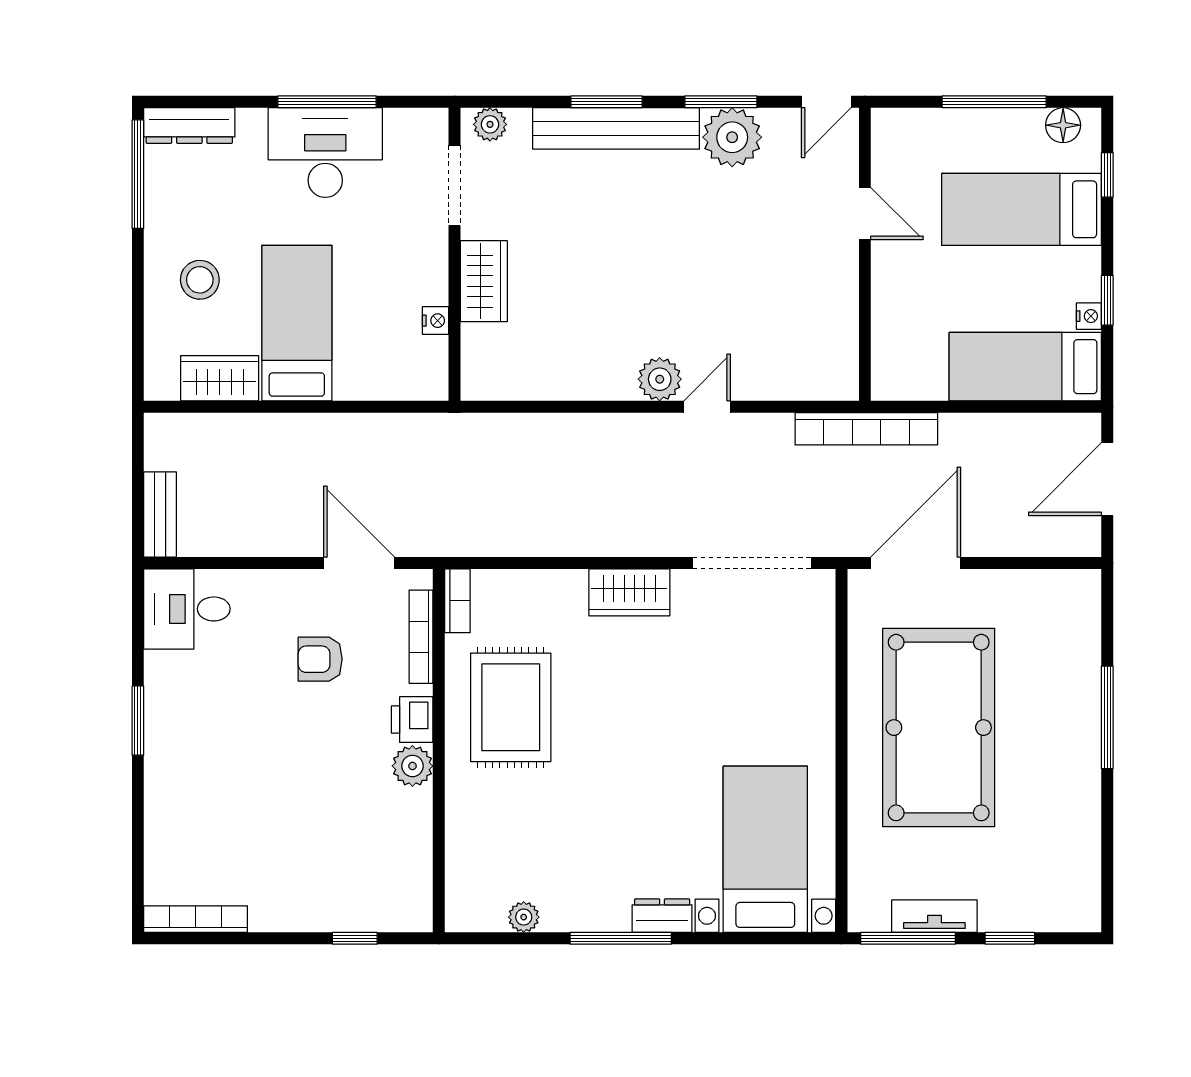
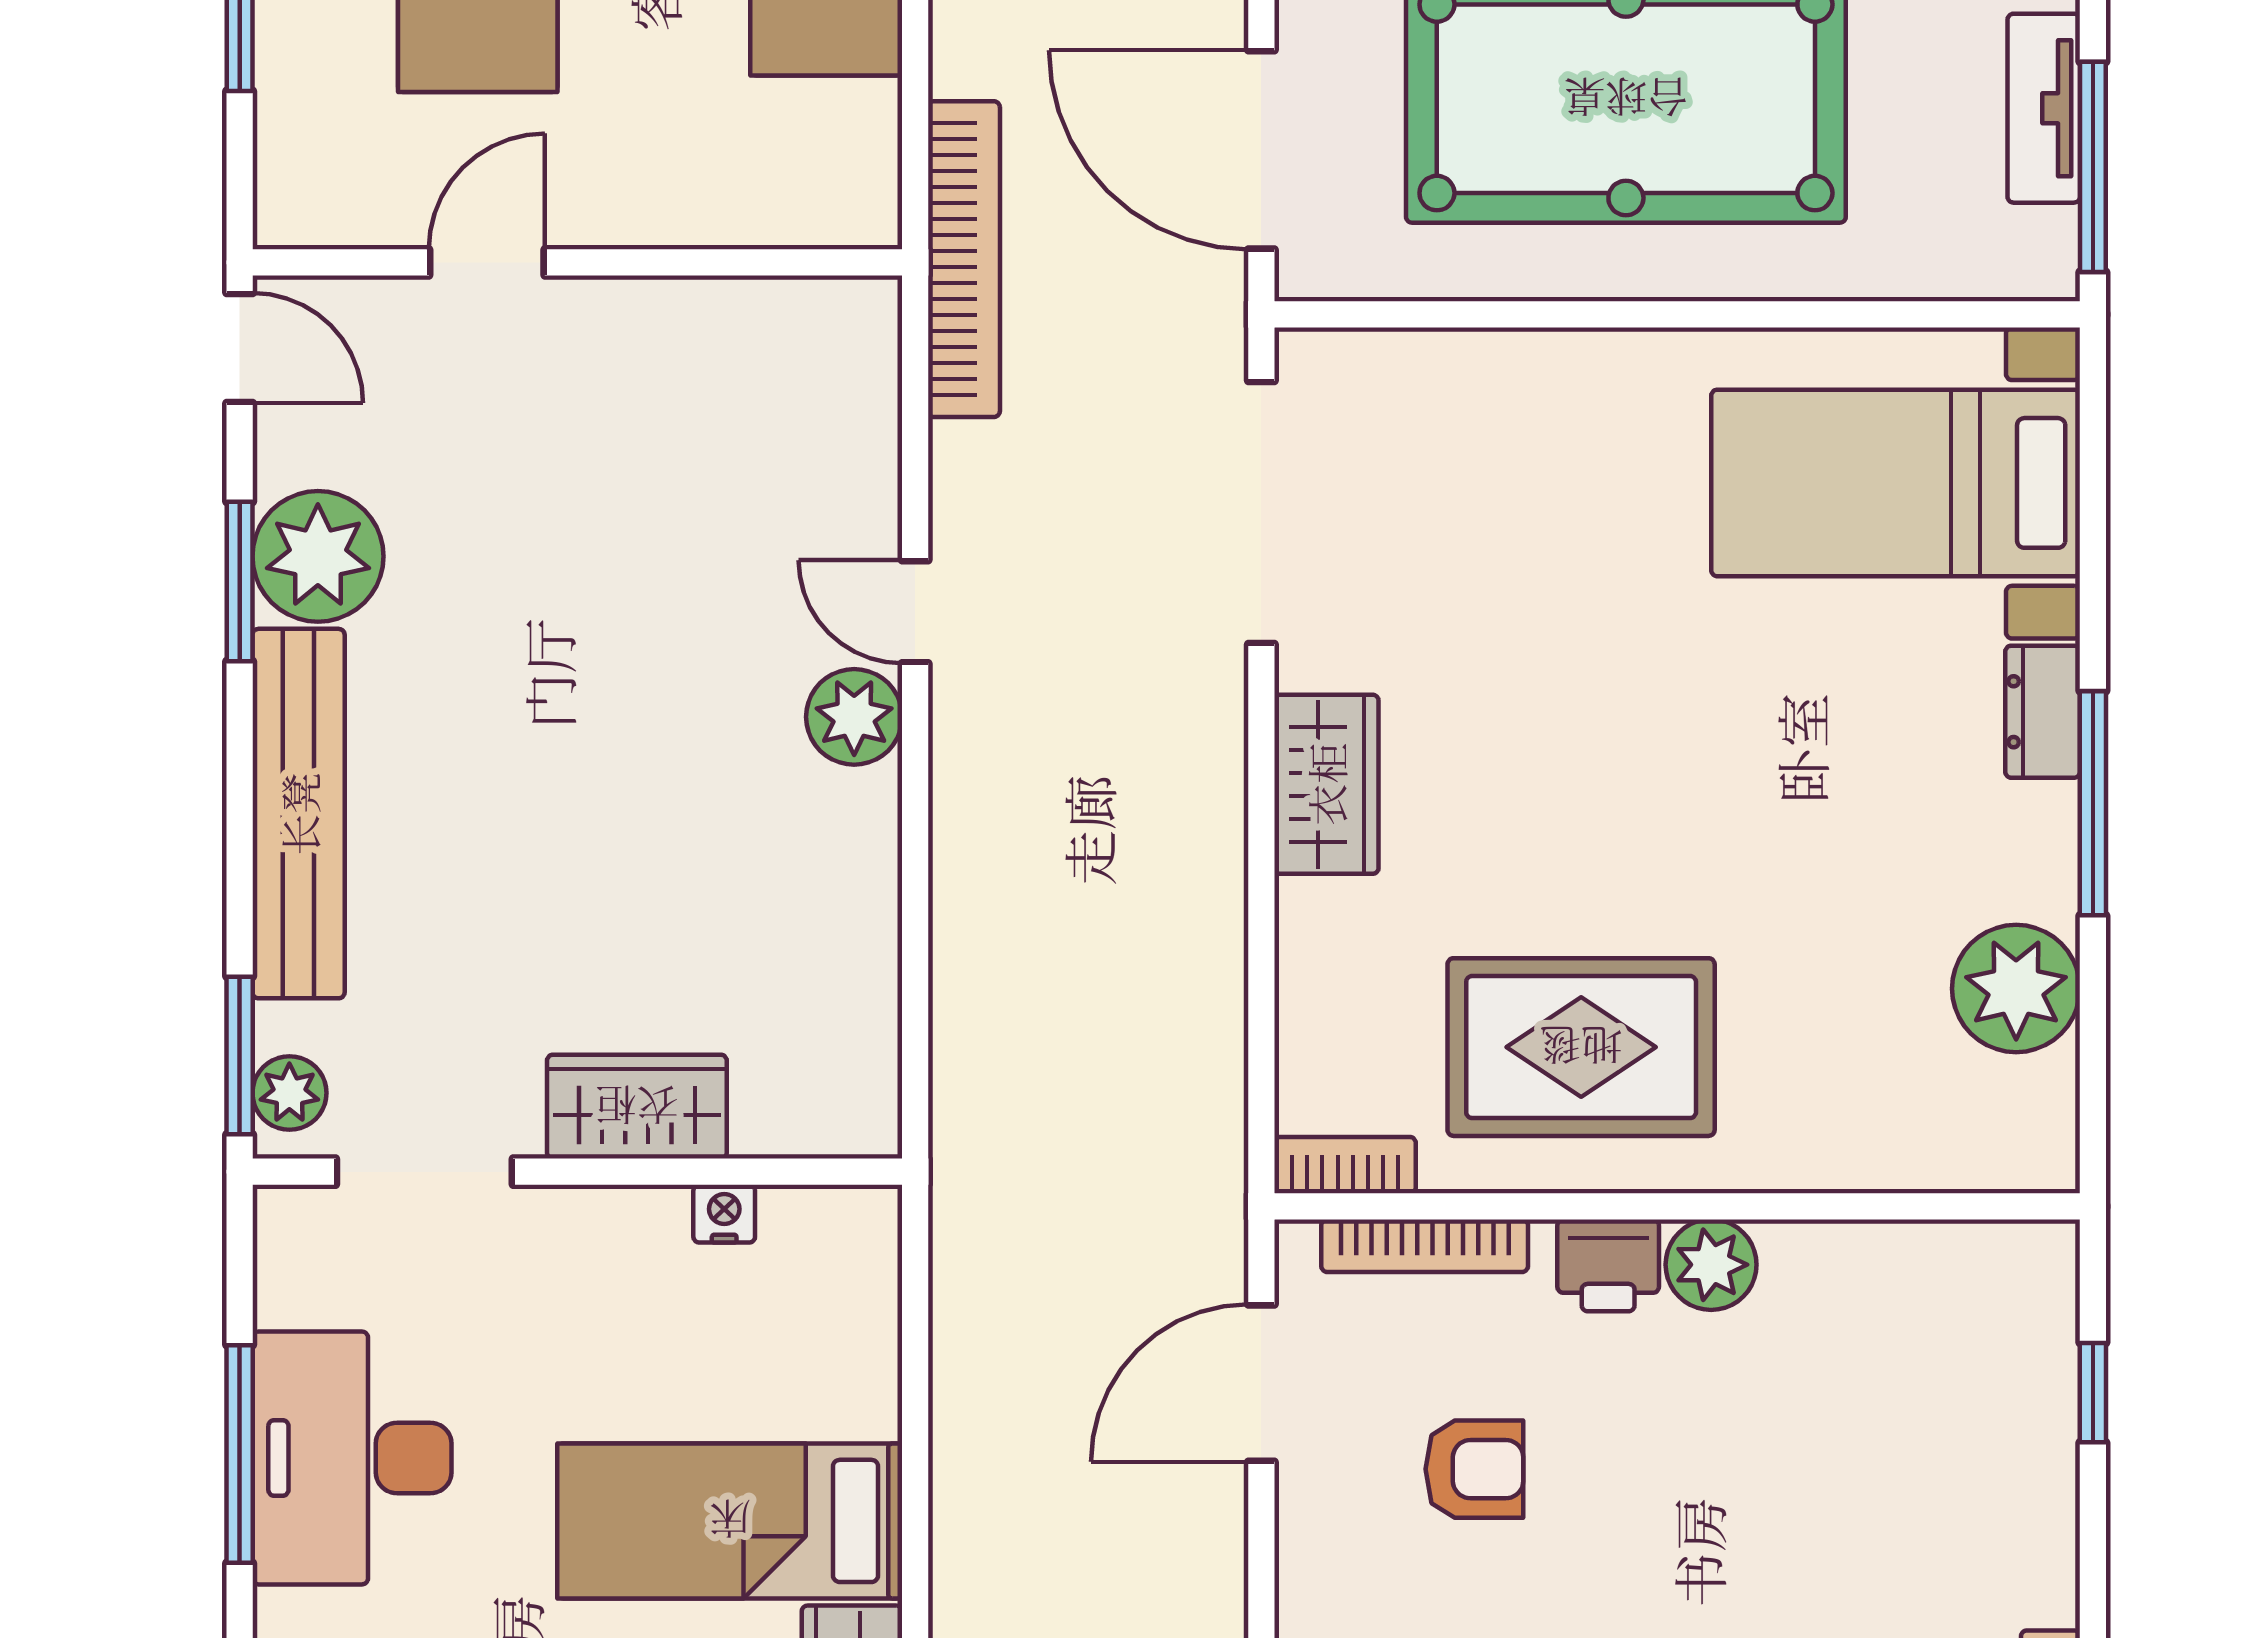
window: (606, 102) -> (240, 1055), moved
armchair: (320, 659) -> (1474, 1469), turned -90
plant: (524, 917) -> (2016, 989), width x1.88, depth x1.88

